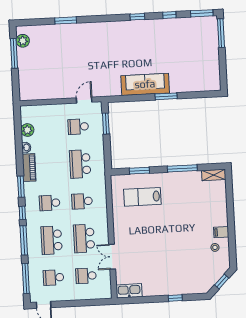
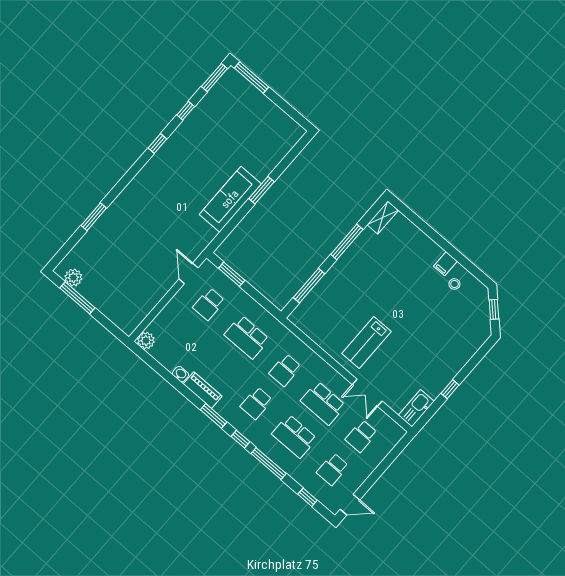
plant: (27, 130) -> (146, 341), moved
window: (139, 171) -> (309, 286), width x1.44
lab bench: (142, 197) -> (367, 343), moved
window: (26, 278) -> (307, 497), width x0.46
window: (175, 298) -> (450, 389), moved

